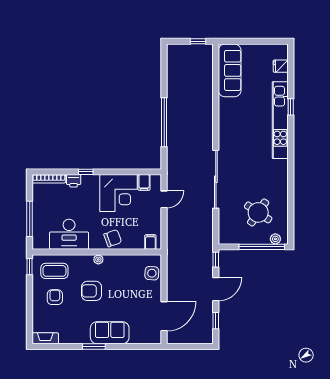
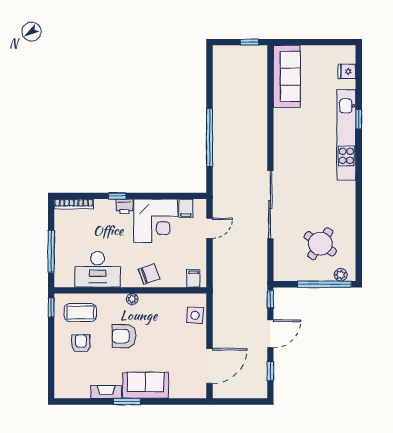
printer: (74, 181) -> (125, 206), moved
fireplace: (45, 338) -> (106, 392), moved

